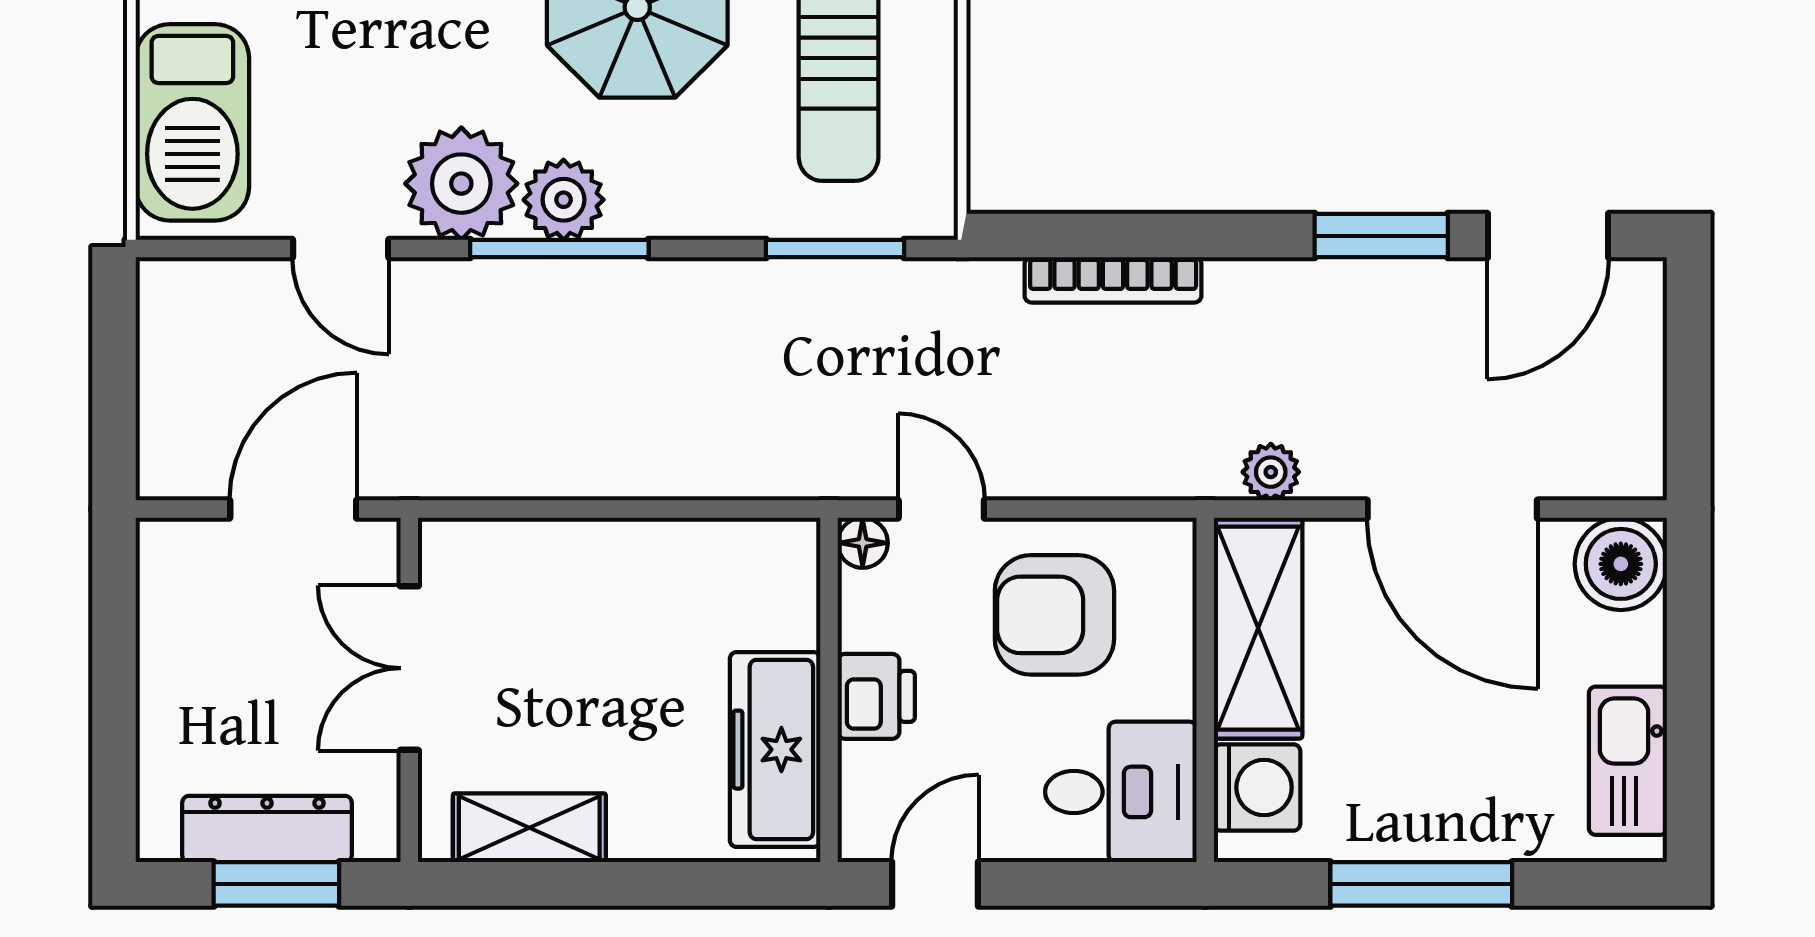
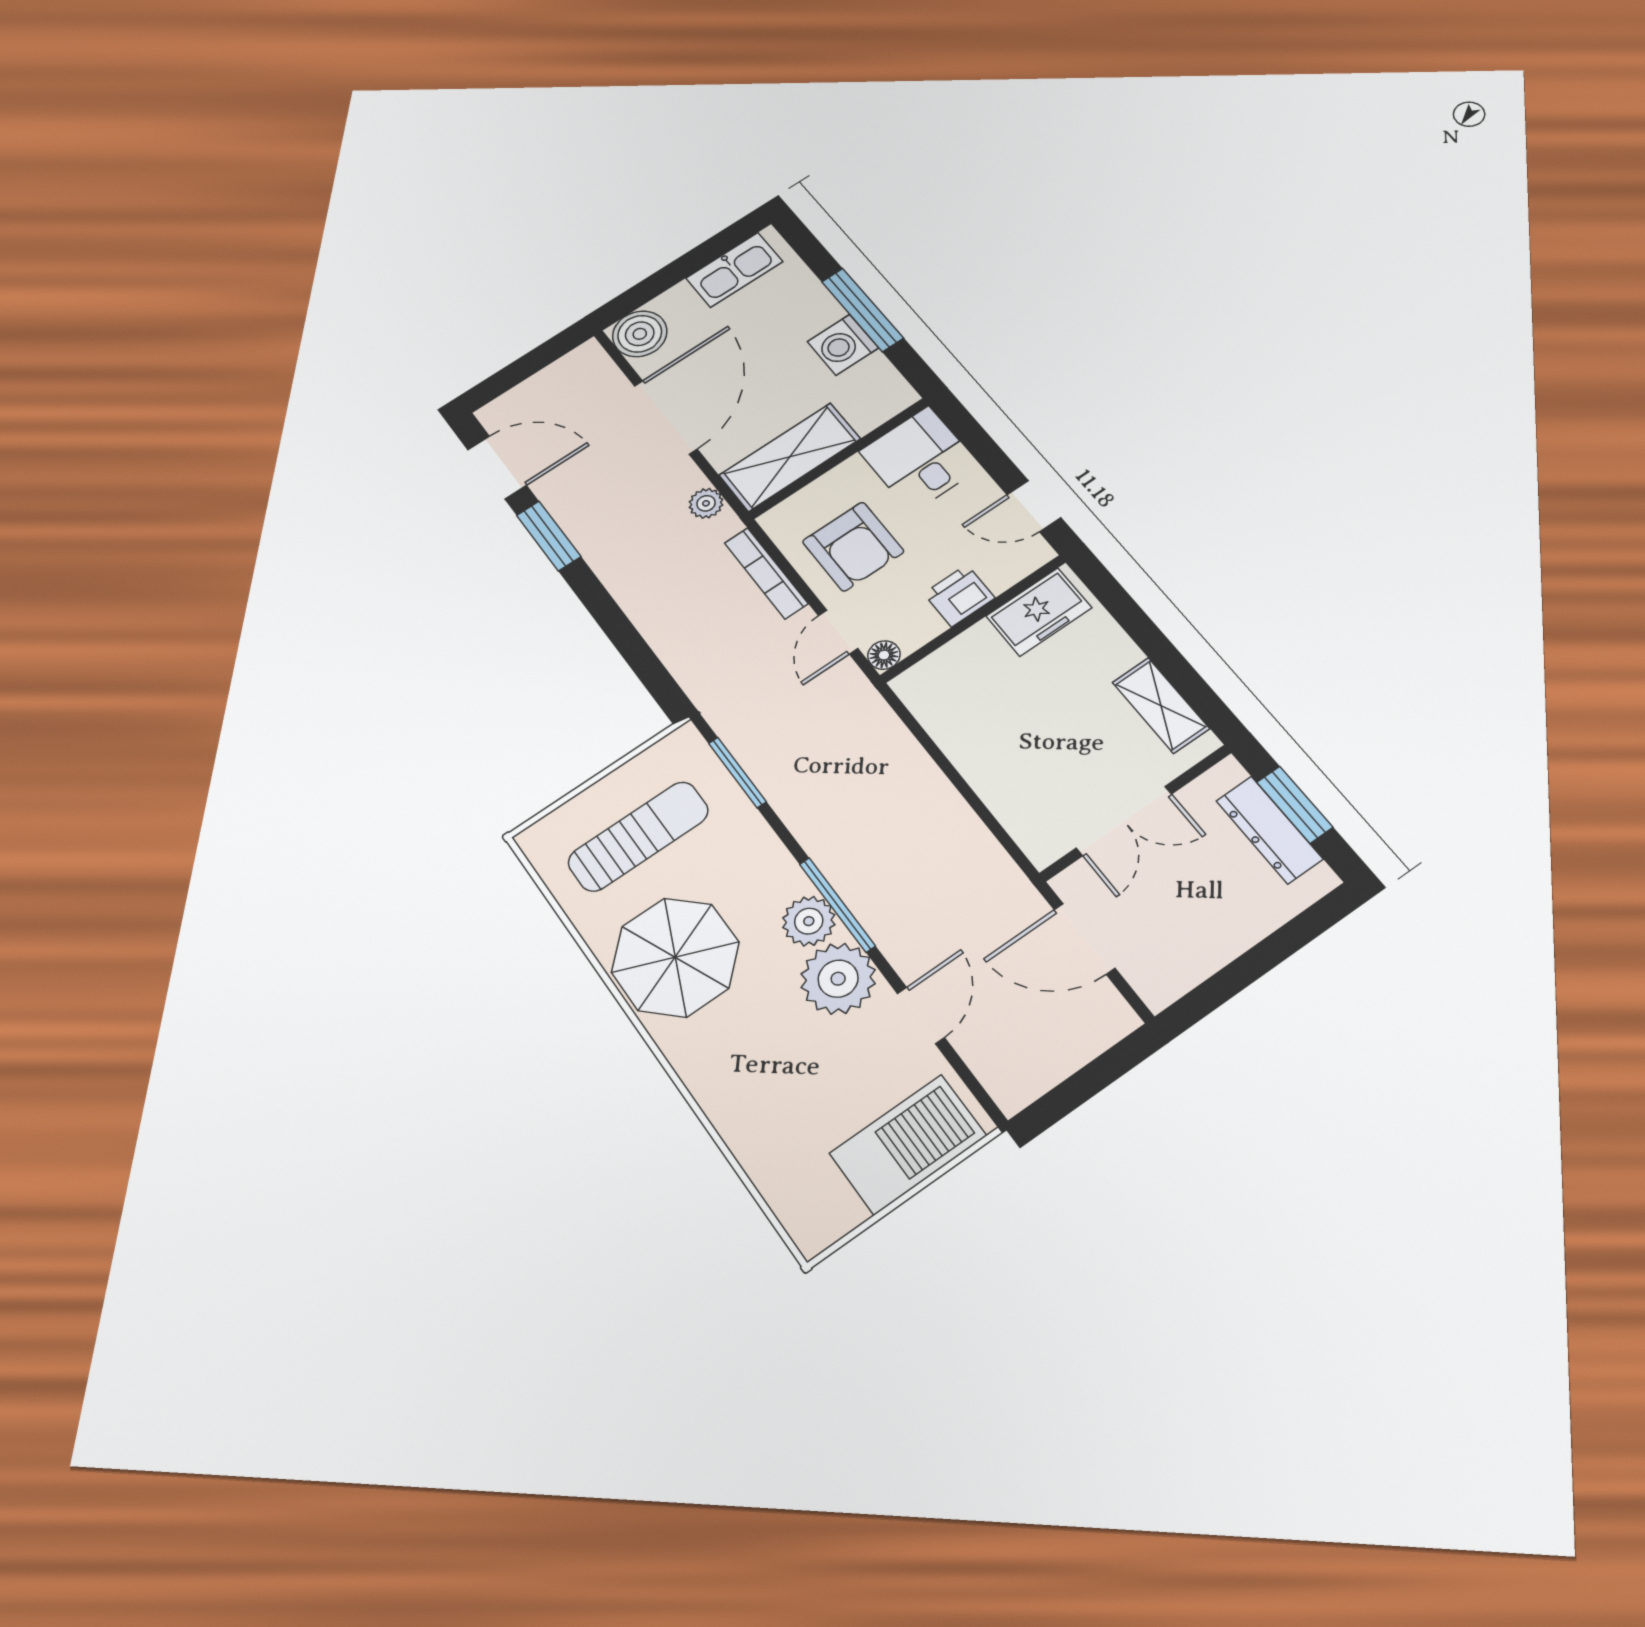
bookcase: (1113, 280) -> (766, 573), moved, turned 180
freezer: (775, 750) -> (1039, 612), width x0.71
washing machine: (1257, 787) -> (843, 345), moved, turned -90

